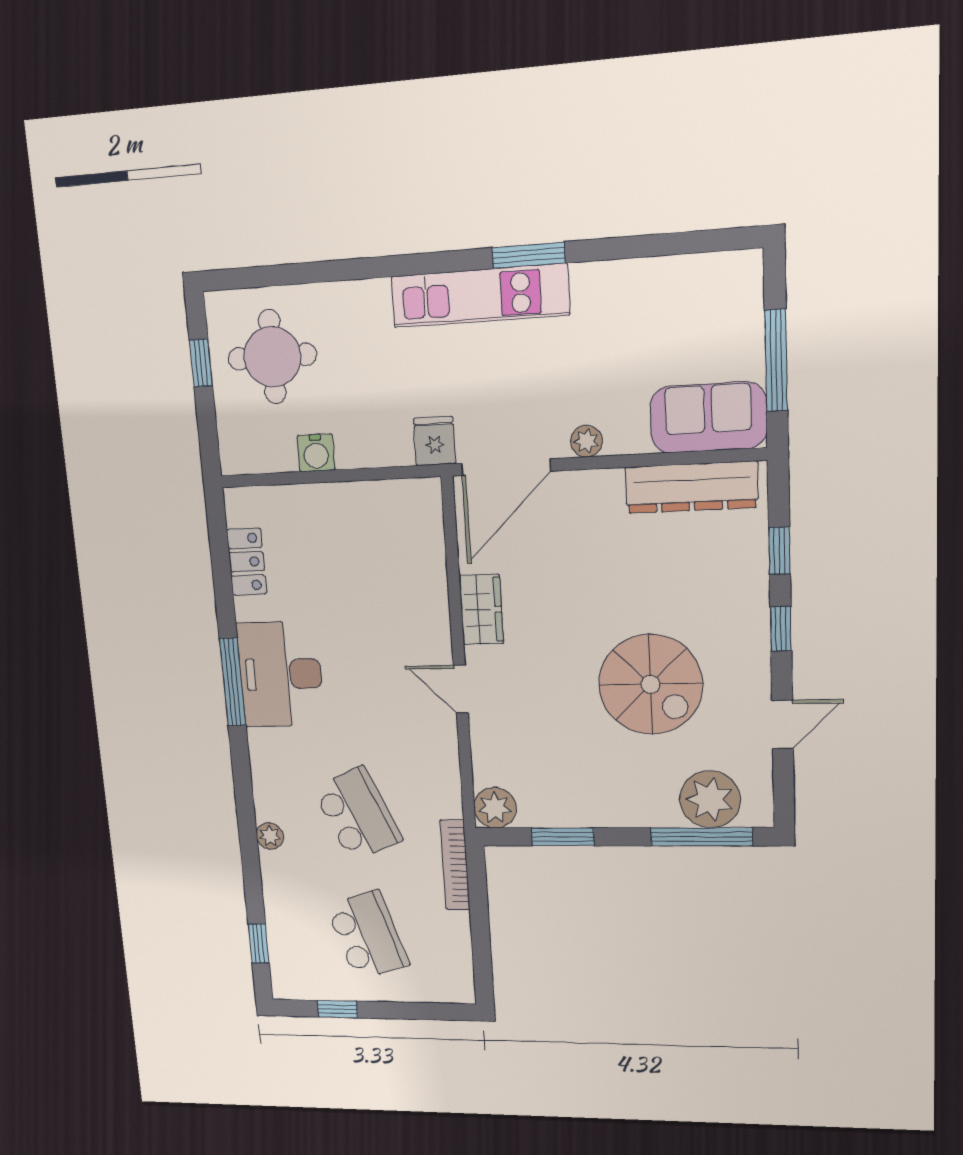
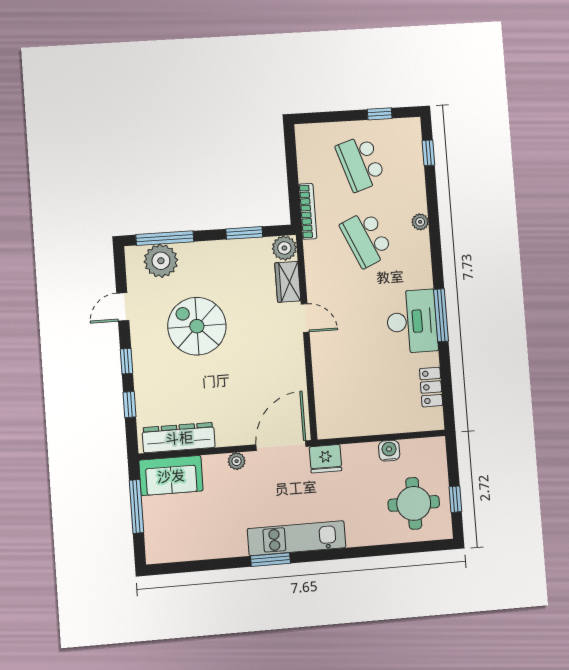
fridge: (435, 441) -> (326, 459), width x1.38
wardrobe: (481, 610) -> (288, 282), moved

